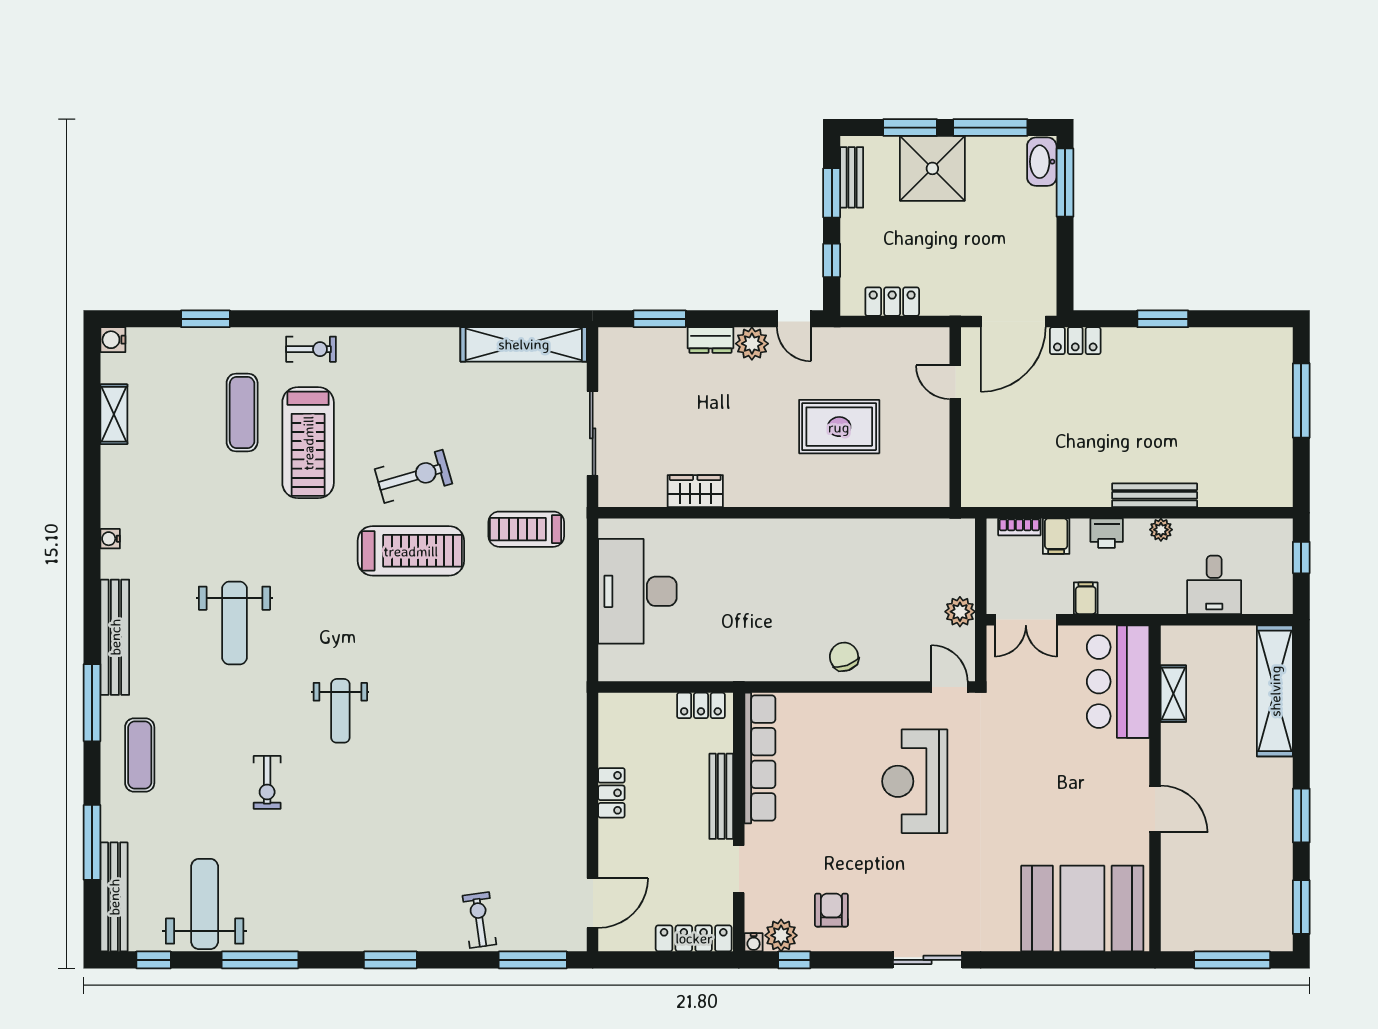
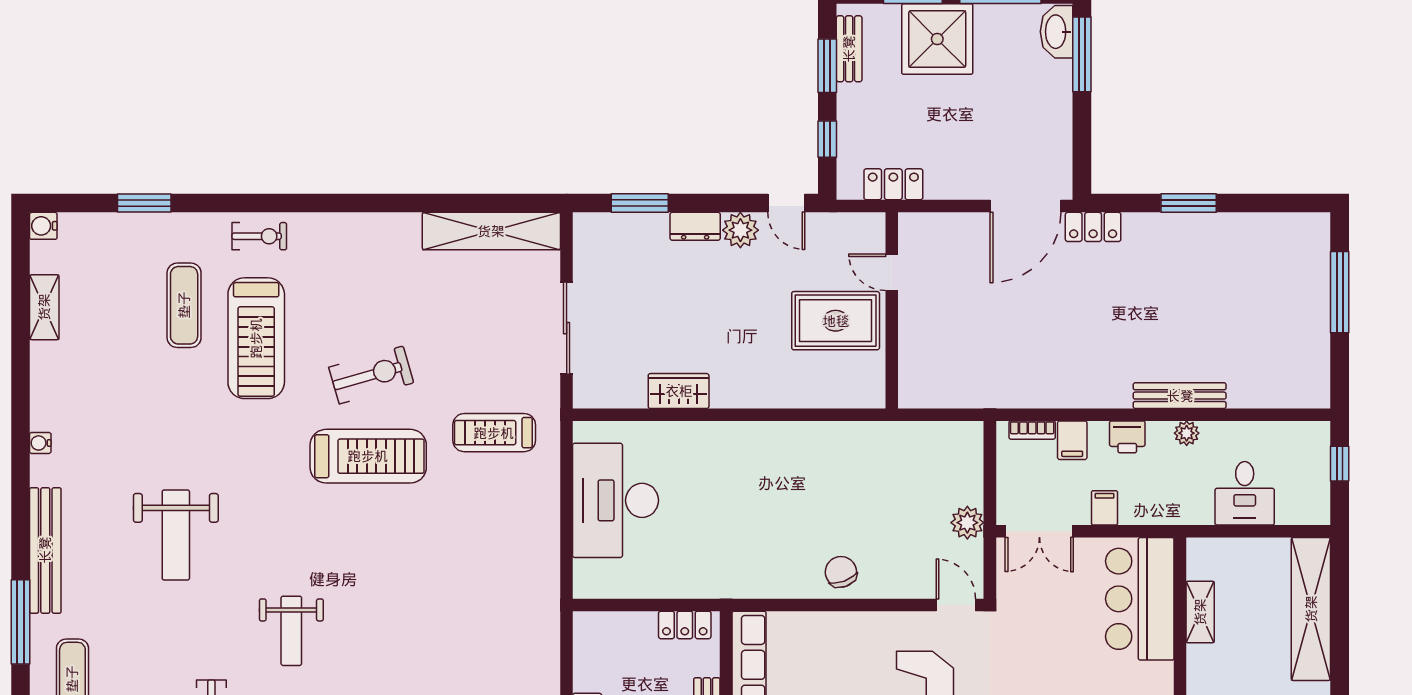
door: (955, 382) -> (892, 272), moved
wall: (955, 417) -> (892, 310), moved

